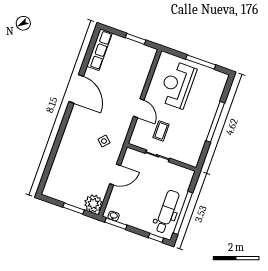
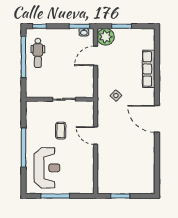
row of seats: (100, 50) -> (149, 69), moved
reception desk: (177, 85) -> (47, 168), moved
door: (76, 89) -> (157, 119), moved
coffee table: (161, 131) -> (61, 131), moved
door: (115, 175) -> (96, 56), moved
dental chair: (167, 212) -> (38, 53), width x0.73, depth x0.72

